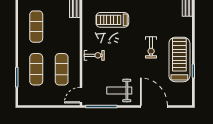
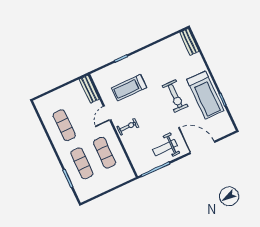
exercise bike: (151, 47) -> (175, 96), width x1.38, depth x1.39
treadmill: (179, 59) -> (205, 95), turned 180
door: (81, 95) -> (107, 113), moved

